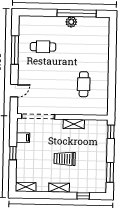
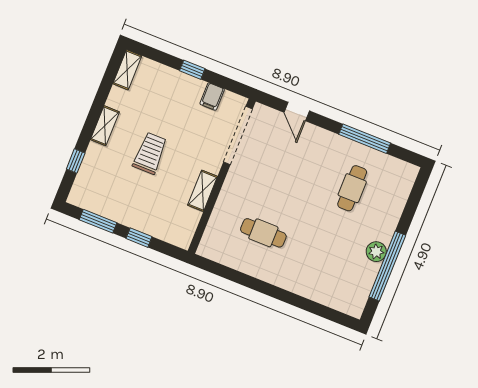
window: (111, 132) -> (139, 238), moved

